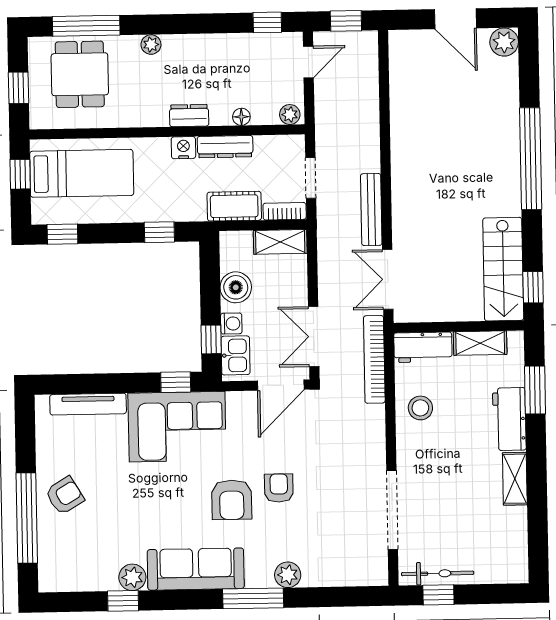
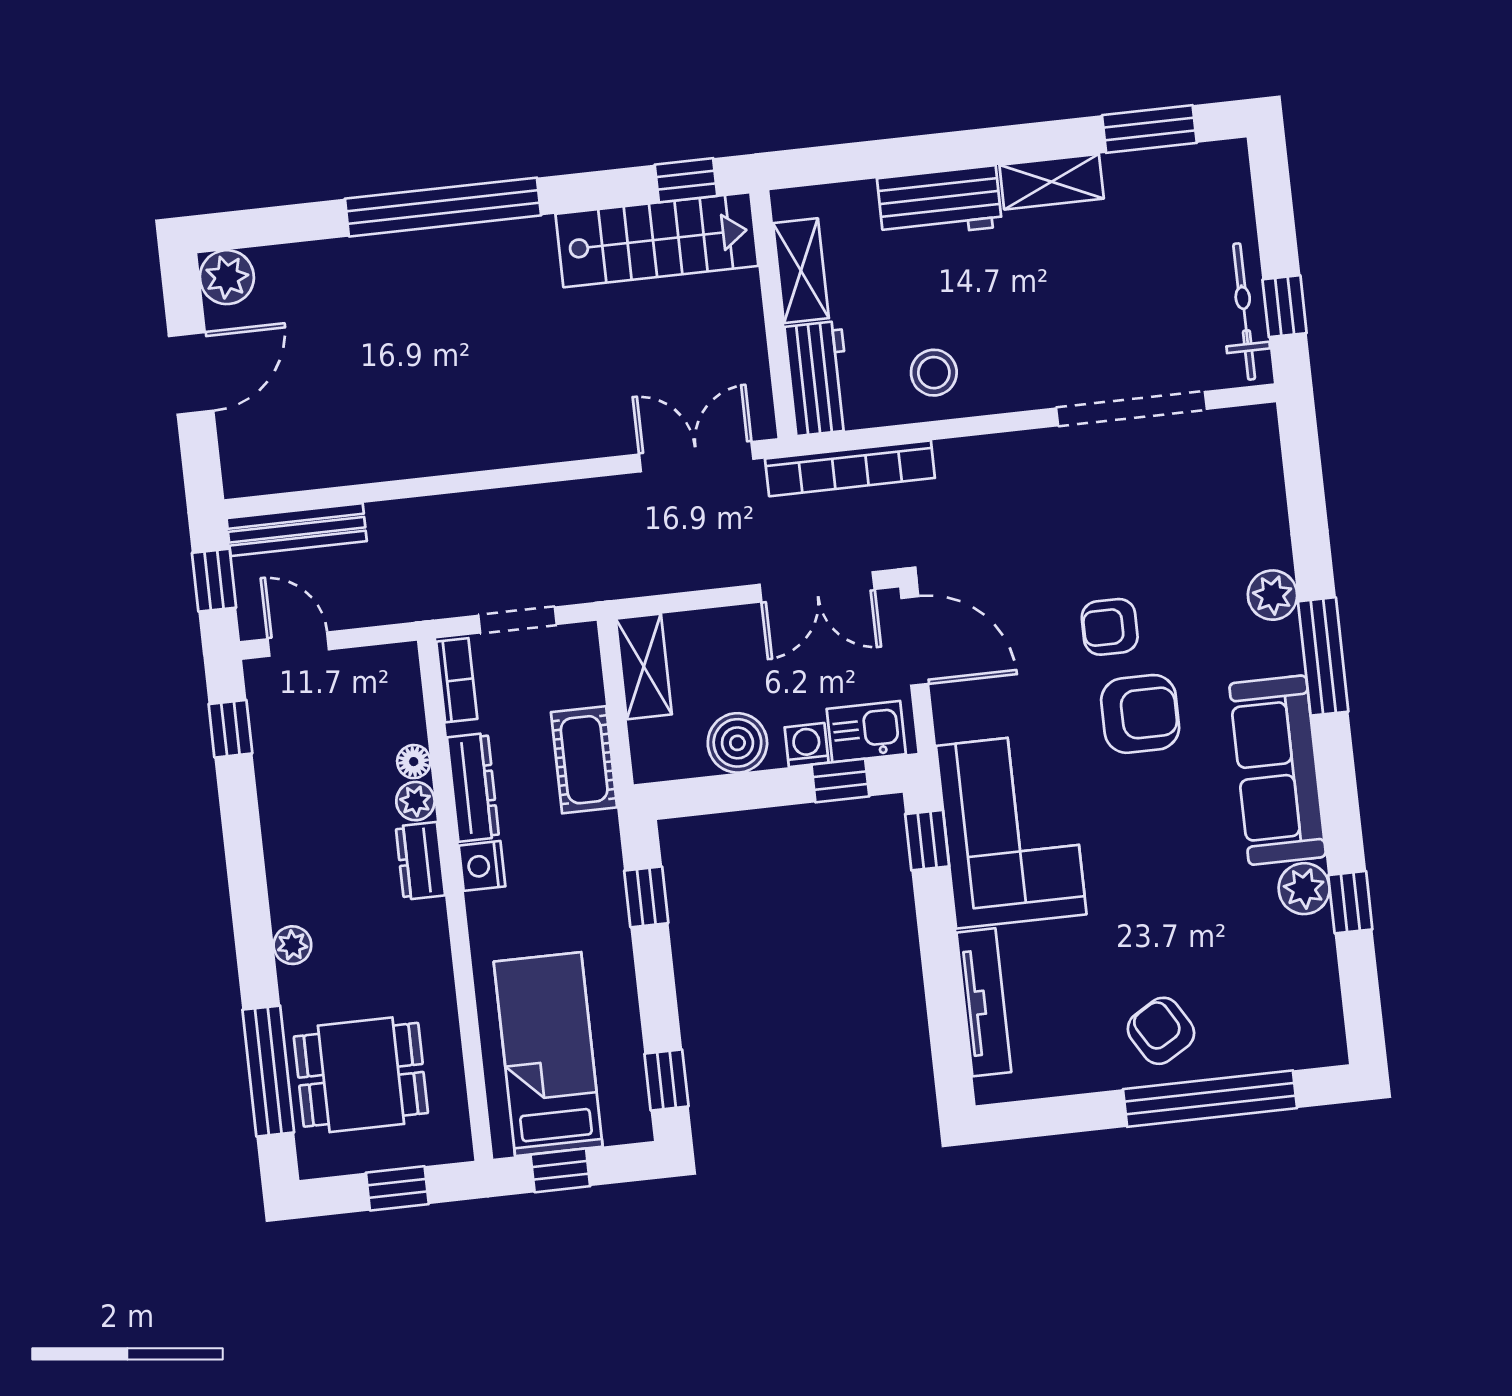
plant: (290, 115) -> (415, 801), moved
bench: (371, 210) -> (297, 530), moved
bookcase: (285, 211) -> (457, 680), moved, turned 180
double door: (388, 279) -> (696, 457), swing flipped
window: (535, 390) -> (1149, 129), moved

